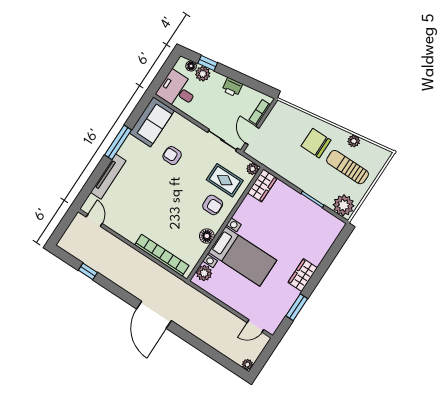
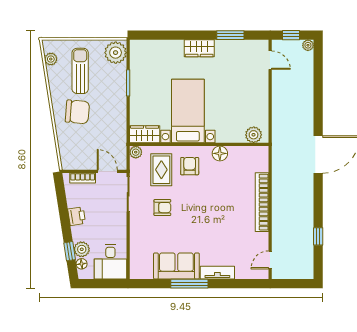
sofa: (152, 122) -> (176, 266), moved
door: (252, 136) -> (107, 171), swing flipped
plant: (354, 141) -> (51, 59), moved
chair: (316, 143) -> (77, 112), turned -85
armchair: (172, 156) -> (162, 208), moved, turned -90
sun lounger: (348, 167) -> (80, 71), turned 180
tv unit: (108, 176) -> (217, 273), width x0.71
bookcase: (162, 255) -> (262, 202), moved
bed with nightstands: (243, 256) -> (188, 111), moved
window: (265, 356) -> (291, 35), added

